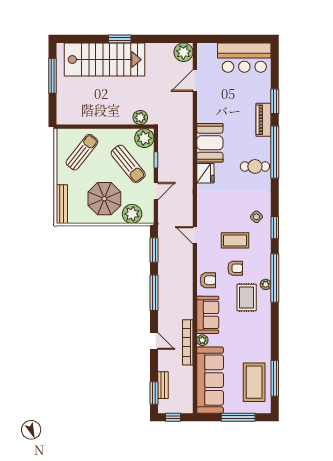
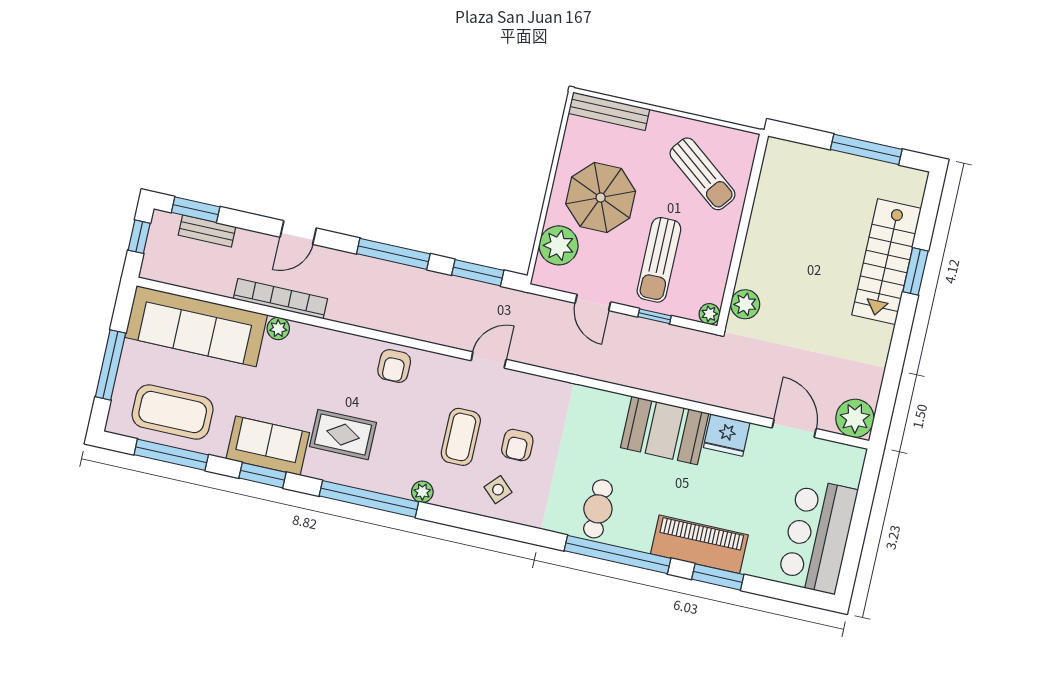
window: (120, 39) -> (915, 271), moved
stairs: (104, 60) -> (886, 262), width x0.73, depth x0.66
piano: (264, 120) -> (699, 544), width x1.37, depth x1.33
plant: (144, 138) -> (709, 314), width x0.53, depth x0.53
sun lounger: (128, 164) -> (659, 260), turned -51
fridge: (205, 173) -> (727, 435), moved
window: (275, 228) -> (263, 475), moved
armchair: (235, 268) -> (517, 445), moved
plant: (266, 284) -> (422, 492), moved
sofa: (208, 315) -> (268, 446), moved, turned 180

